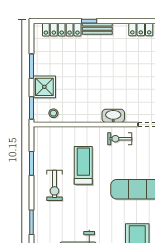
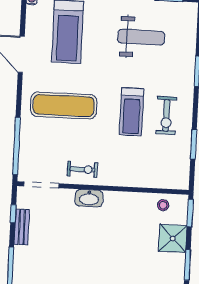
treadmill: (83, 165) -> (132, 112), moved
exercise bike: (54, 185) -> (166, 116), turned 180

